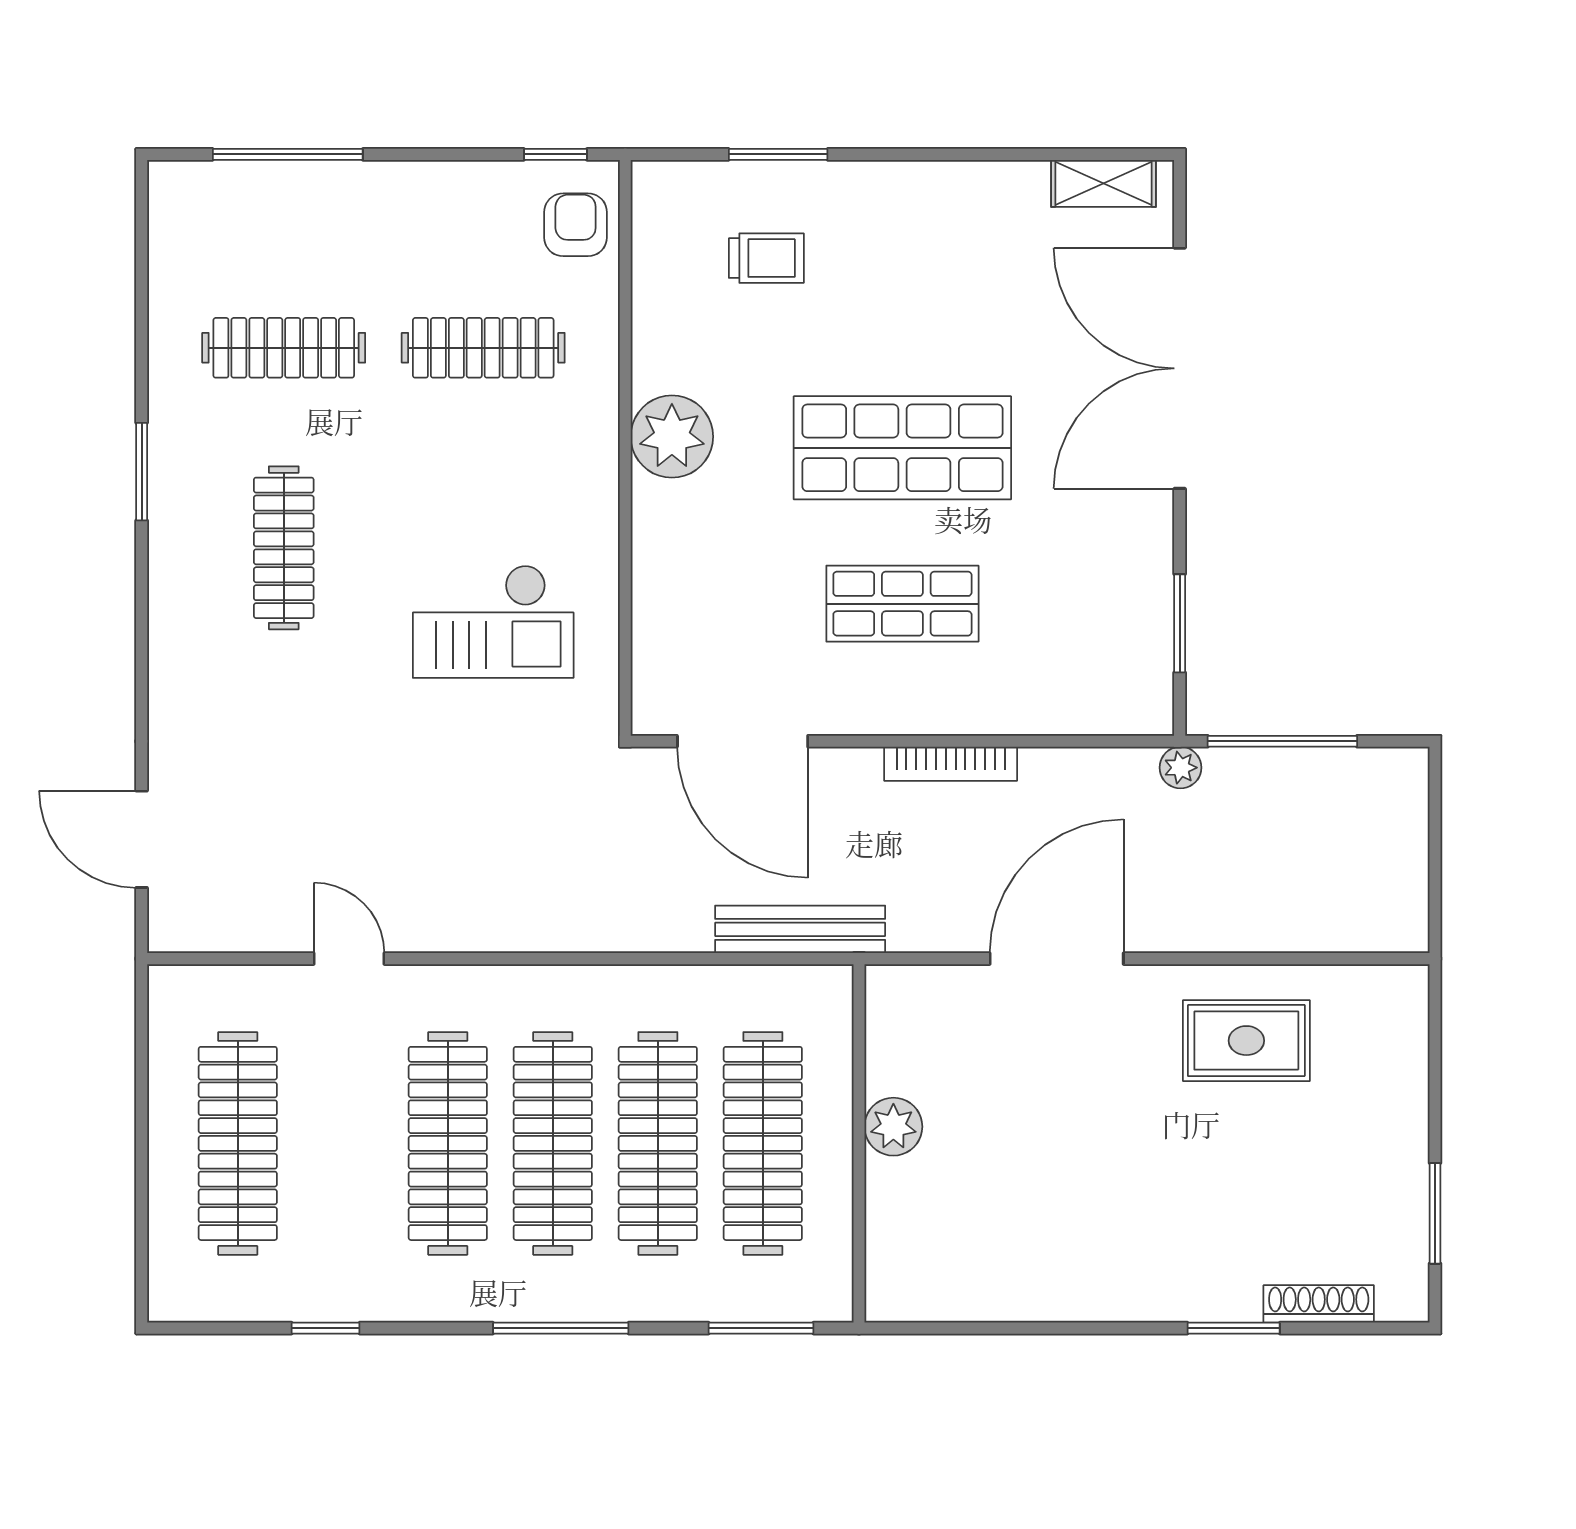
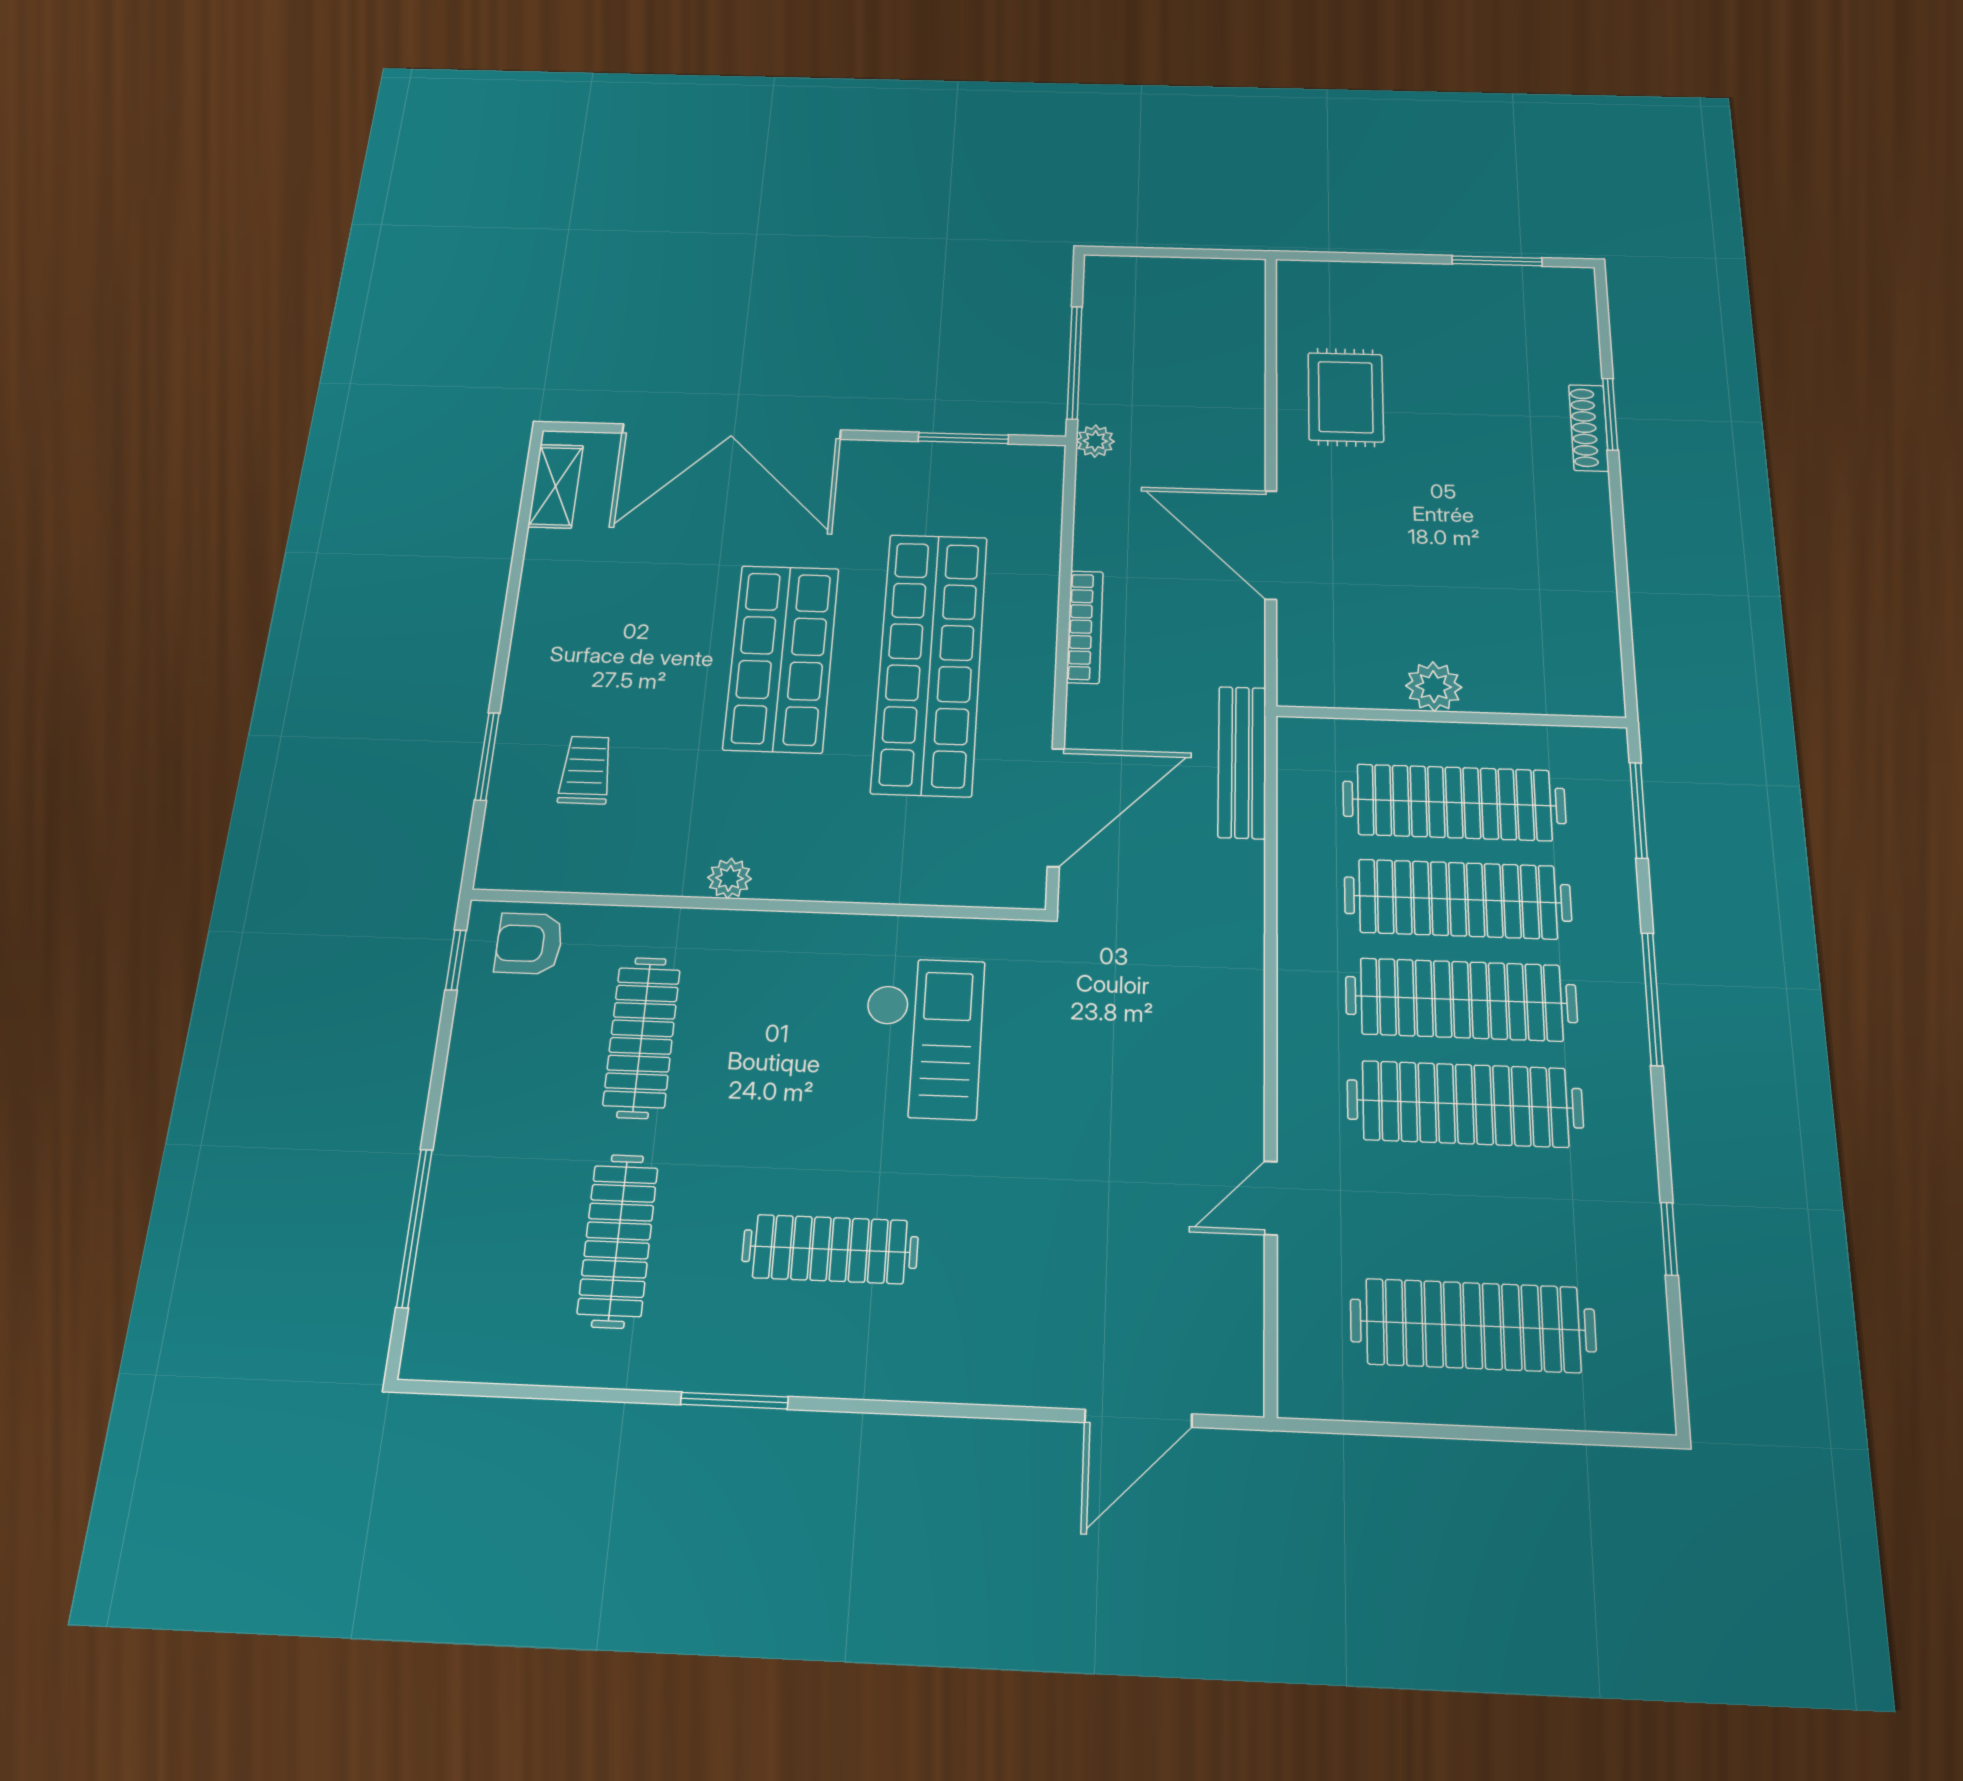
plant: (672, 437) -> (729, 878), width x0.53, depth x0.53
shop shelf: (902, 604) -> (930, 663), width x2.00, depth x1.36
shoe rack: (1319, 1304) -> (1589, 428), moved

